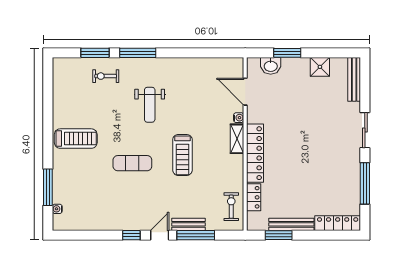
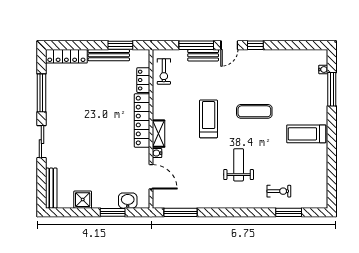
window: (138, 53) -> (180, 212), moved

